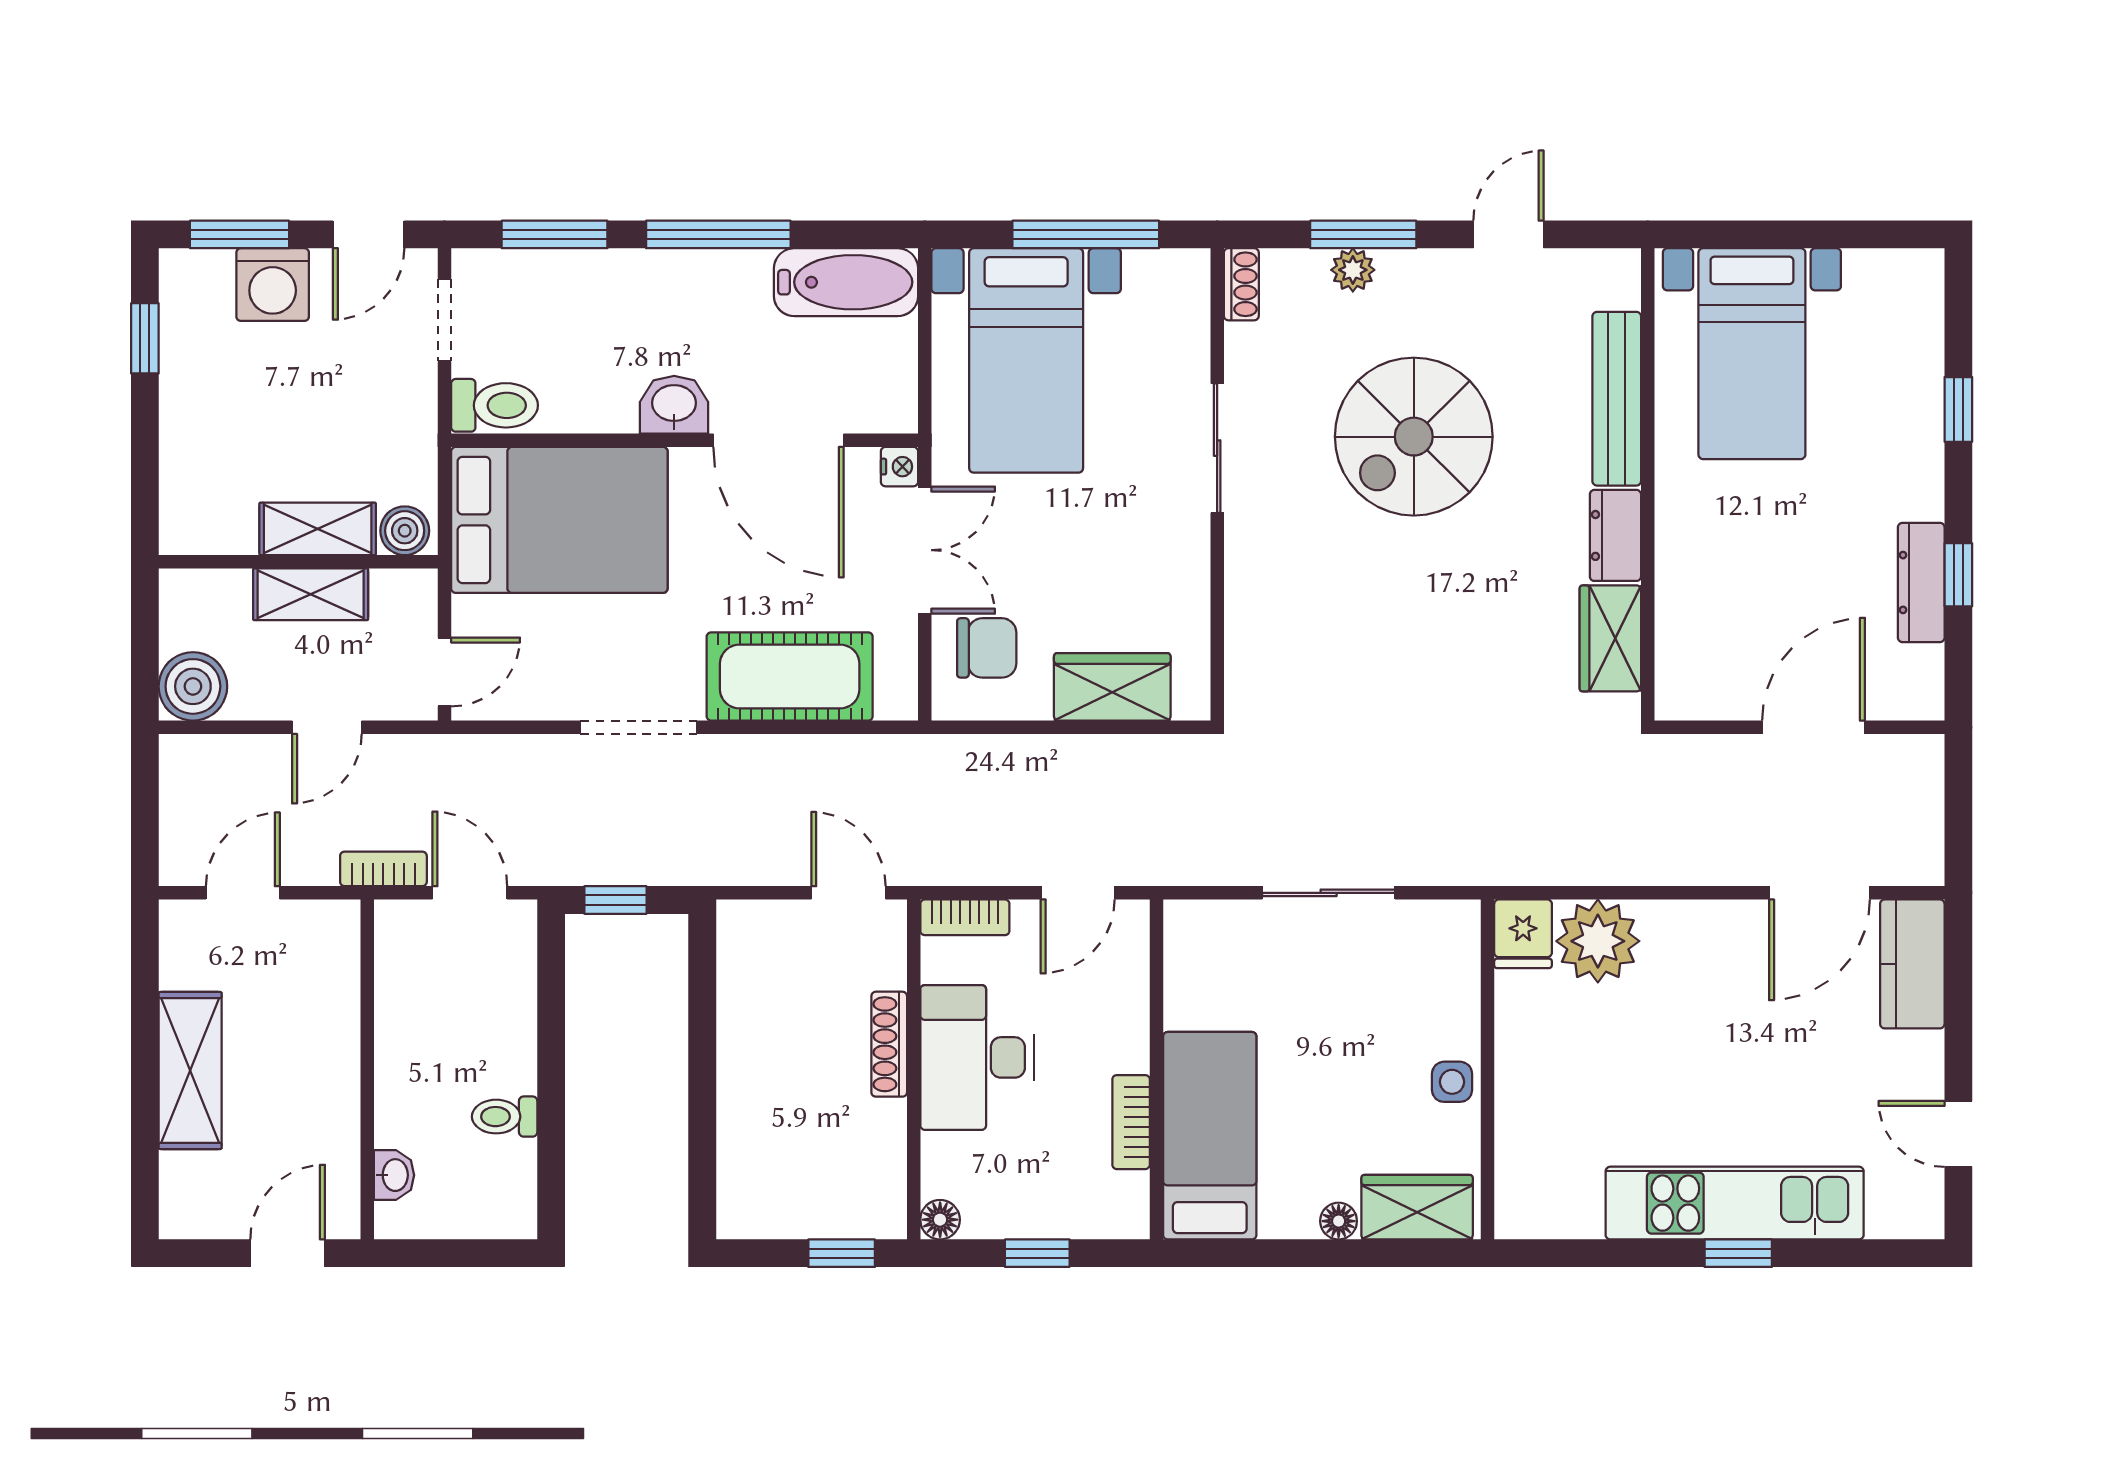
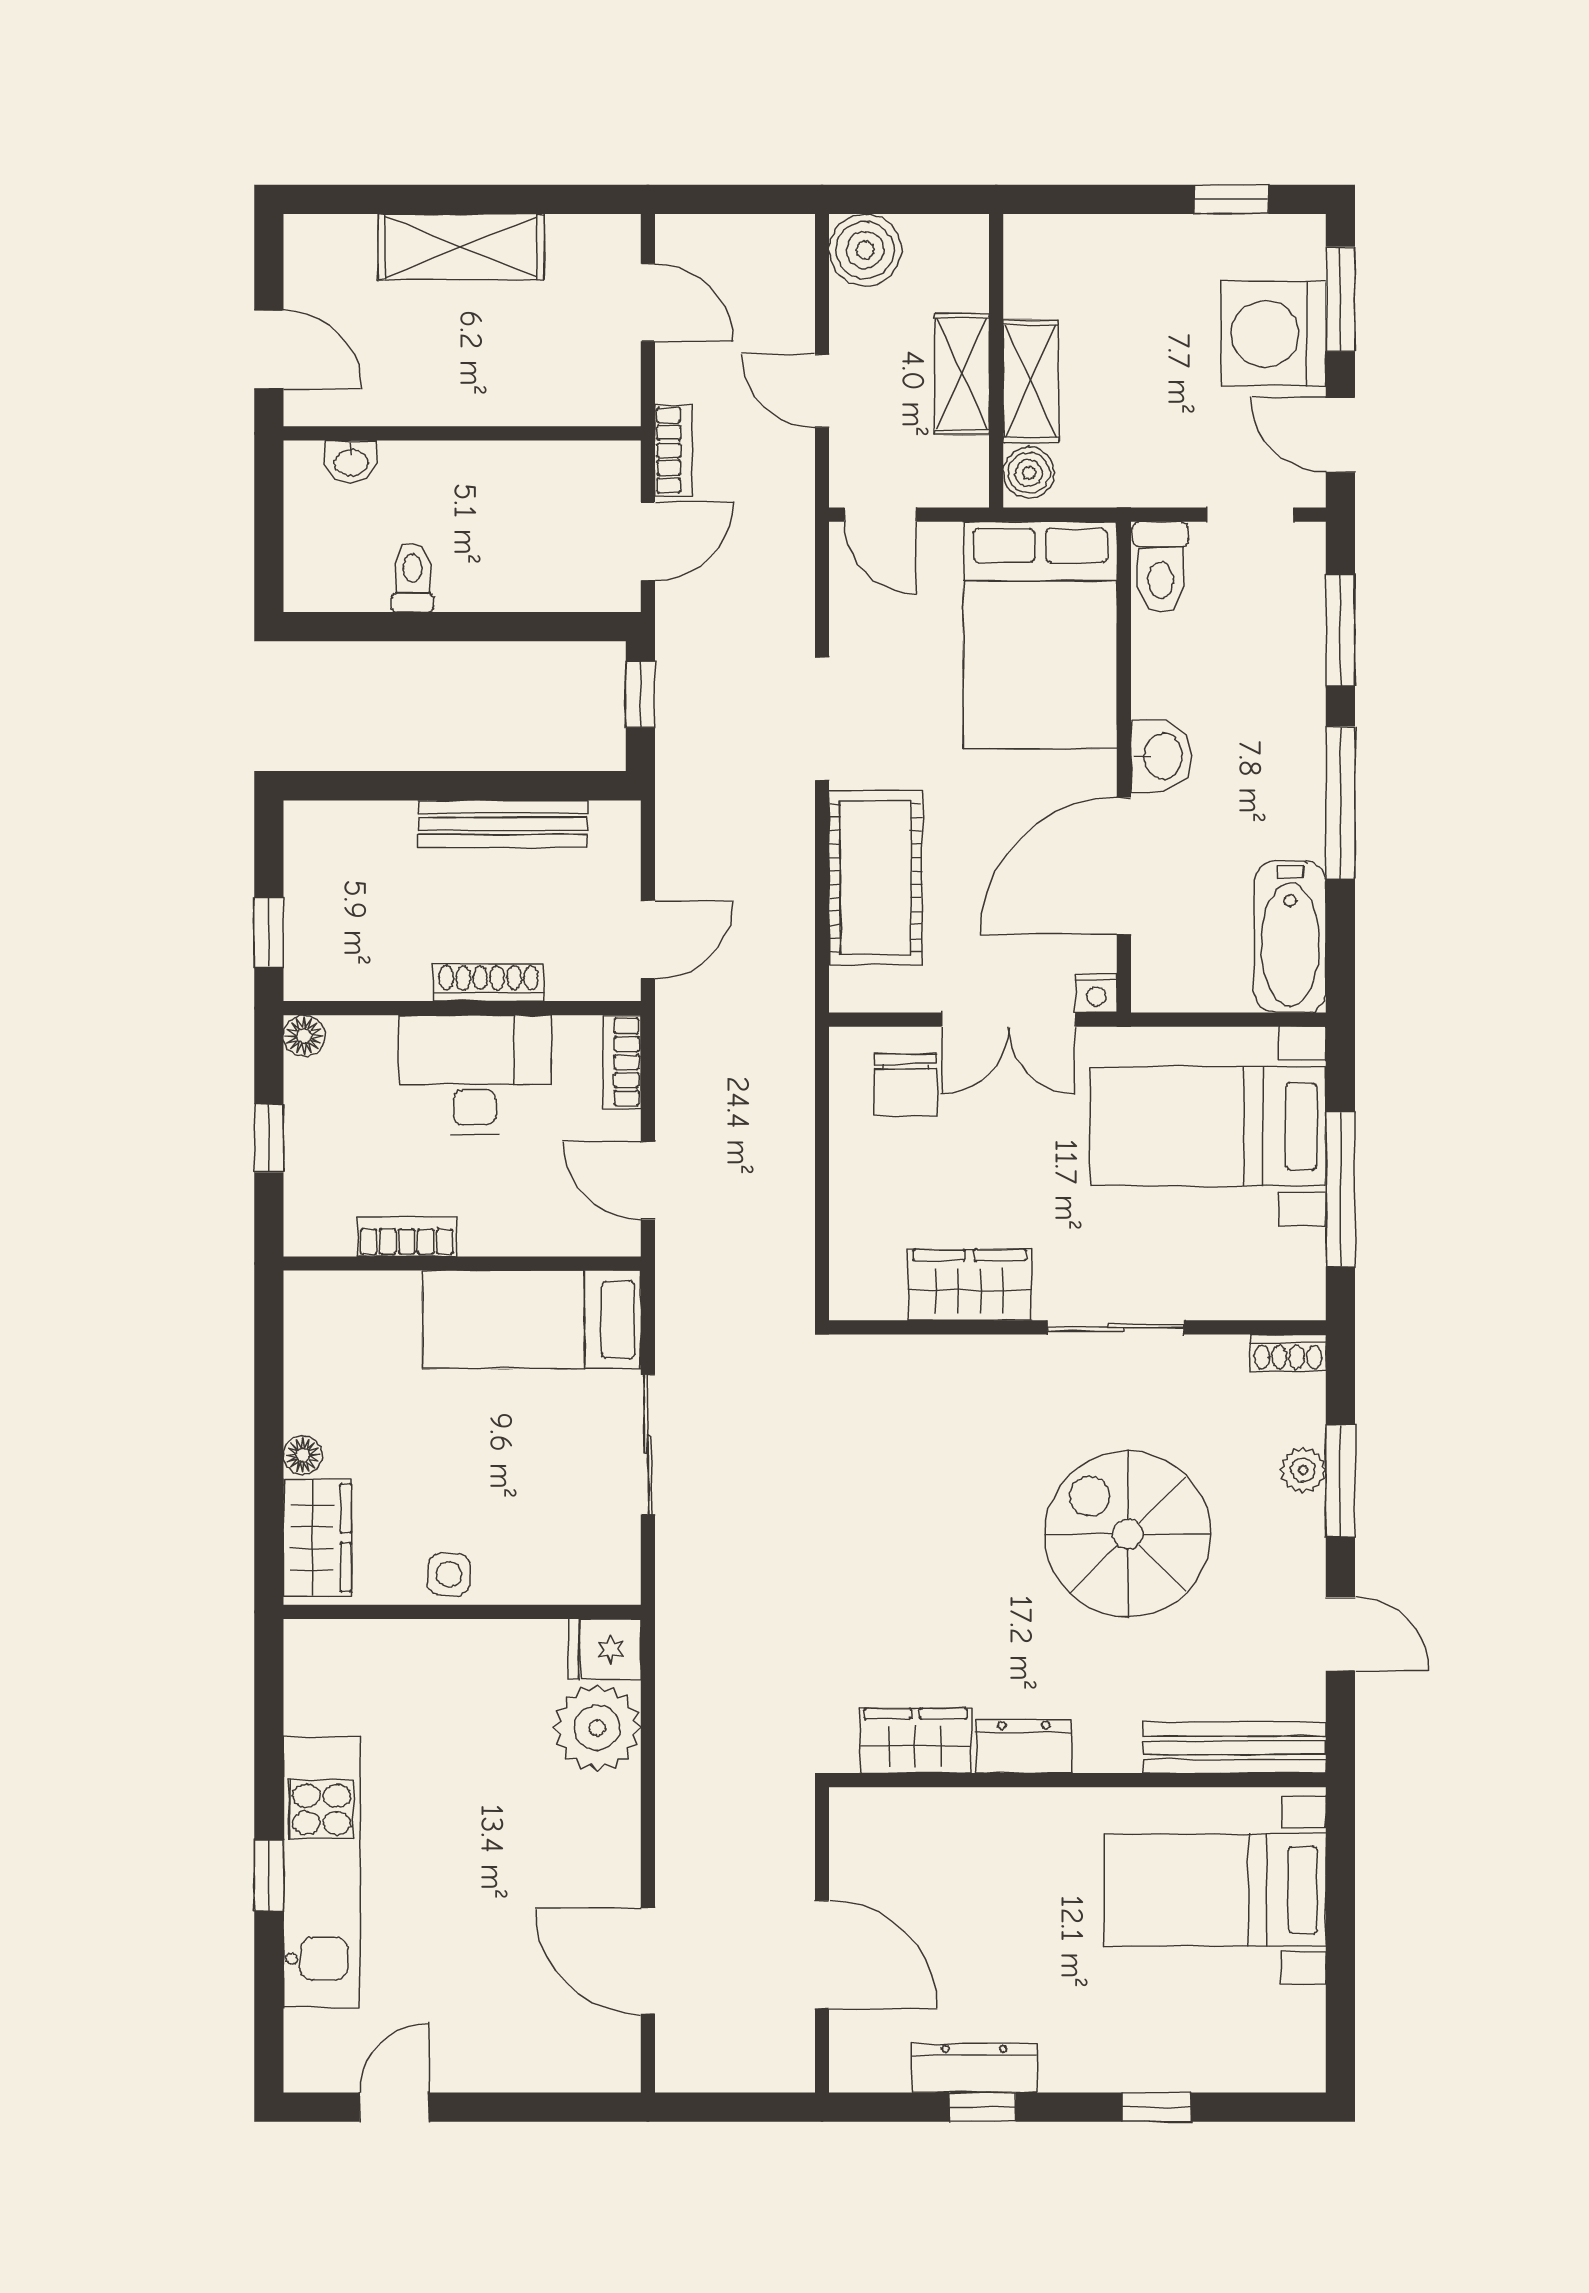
washing machine: (273, 285) -> (1274, 334), width x1.37, depth x1.37
bench: (1617, 399) -> (1235, 1748), moved
wardrobe: (1112, 687) -> (970, 1285), moved, turned -90
kitchen counter: (1912, 964) -> (573, 2059), removed
bench: (739, 1031) -> (503, 824), added
bed: (1210, 1136) -> (532, 1320), moved, turned 180

